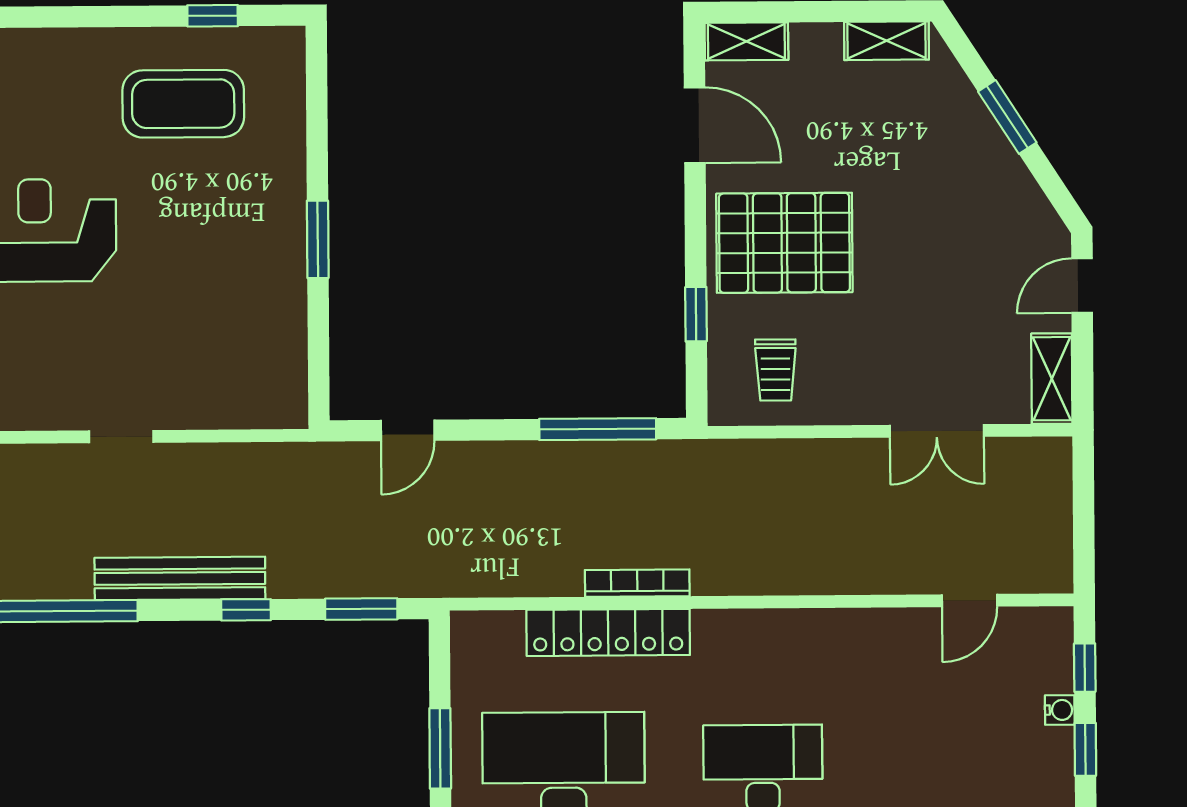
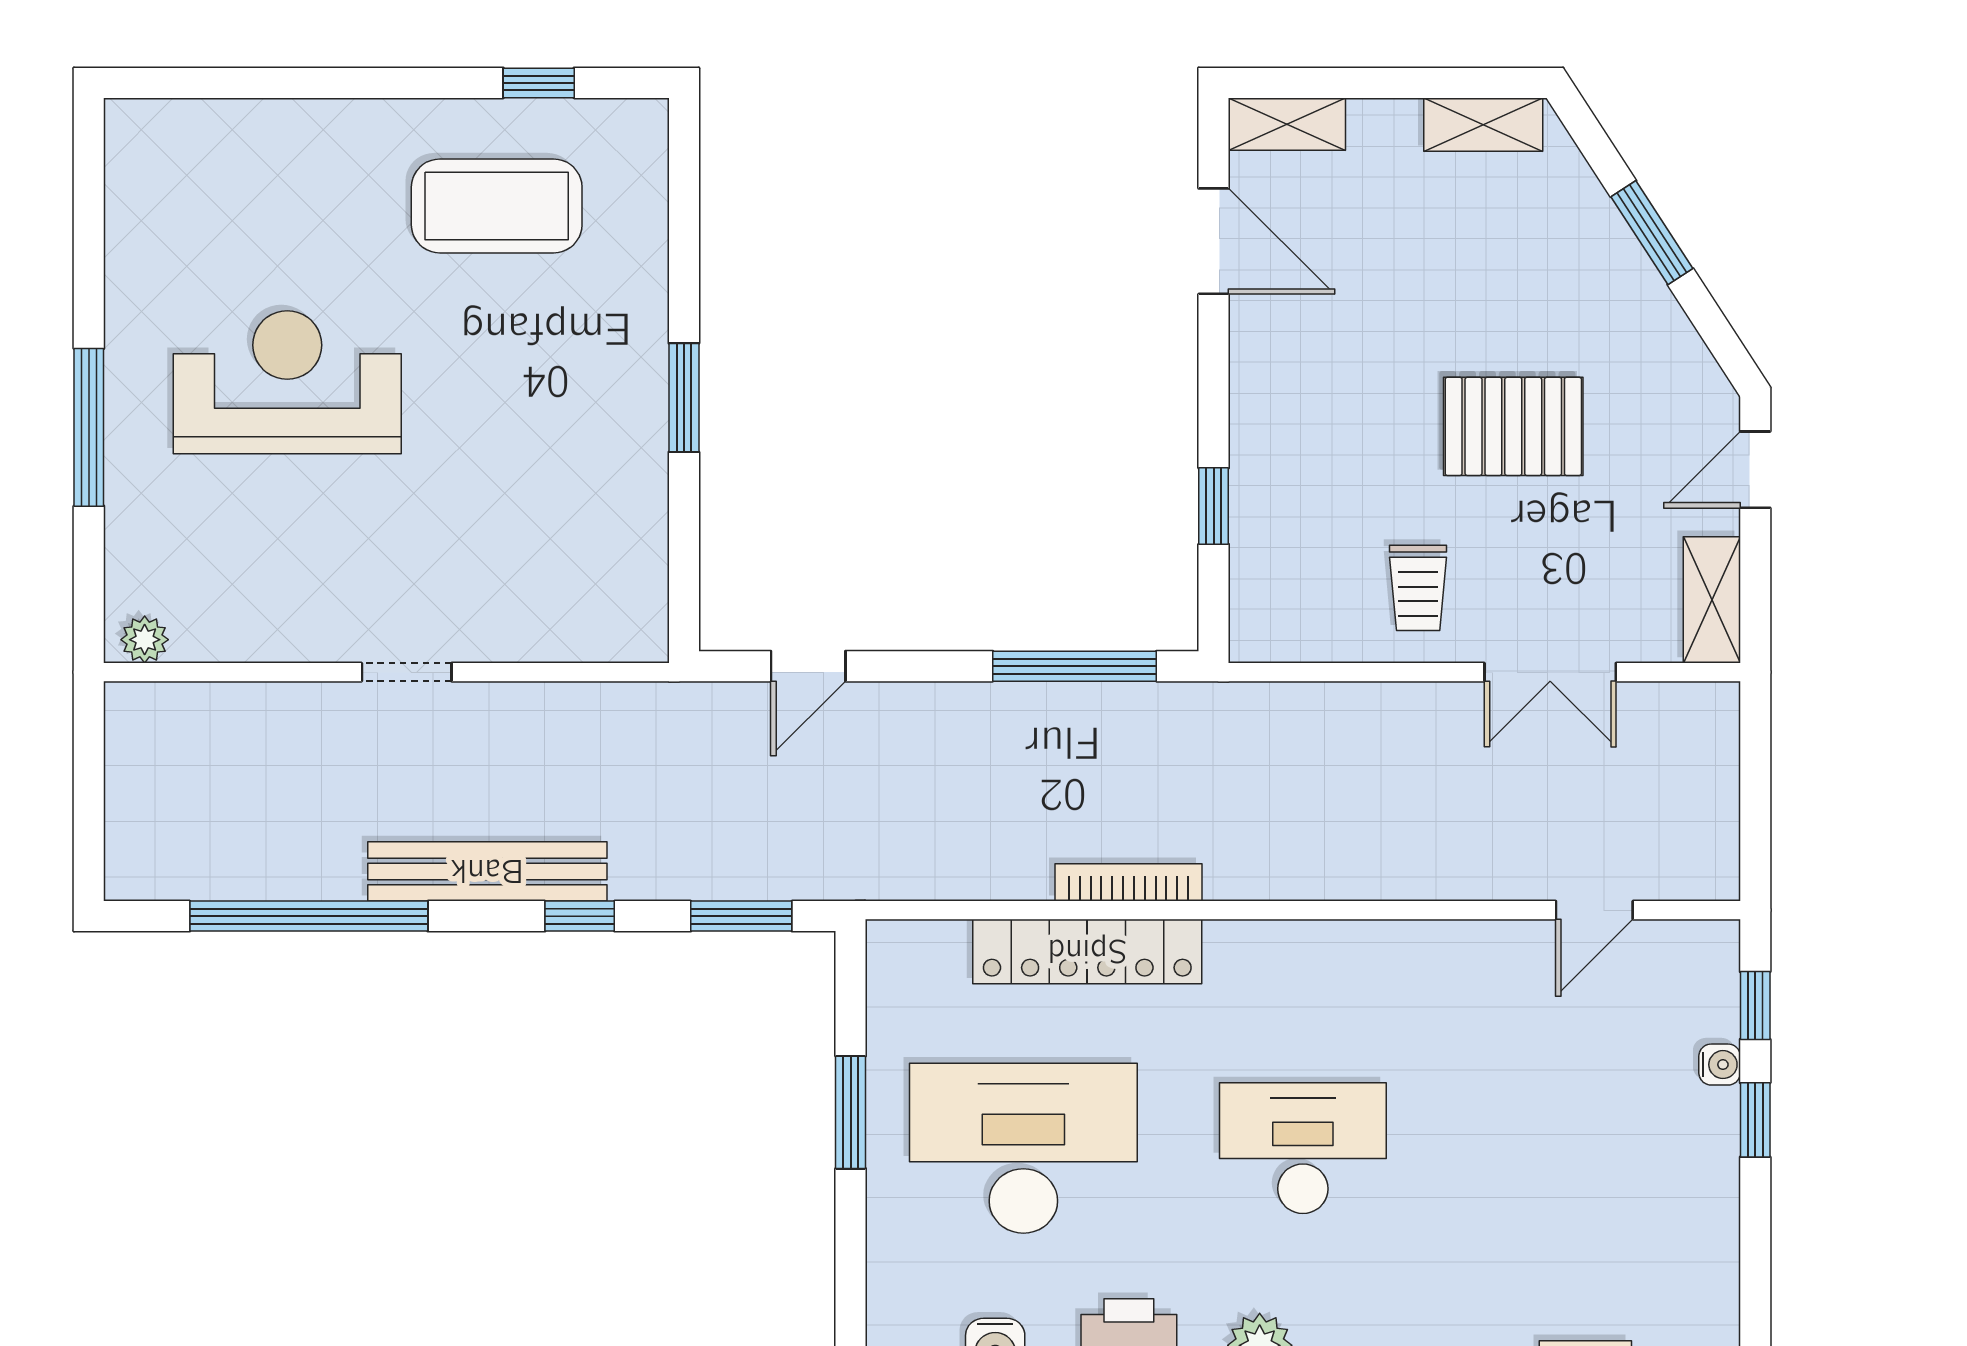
pallet: (784, 243) -> (1513, 426), moved, width x0.73, depth x0.71
trolley: (775, 370) -> (1418, 588), moved

